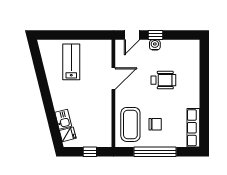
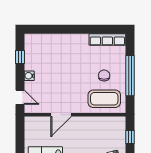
window: (155, 35) -> (20, 57), moved
door: (113, 79) -> (61, 115), swing flipped
wheelchair: (163, 80) -> (62, 68), removed

